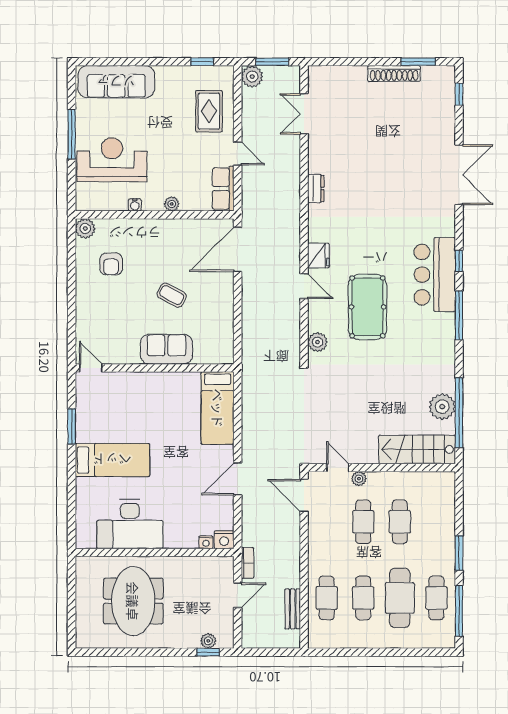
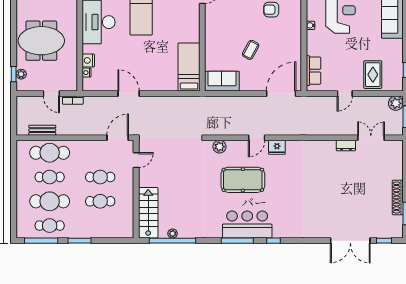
rug: (209, 111) -> (373, 75), turned 90
double door: (459, 175) -> (350, 241), moved
dresser: (316, 188) -> (346, 146), moved
row of seats: (223, 189) -> (314, 71), moved, turned 90
plant: (172, 204) -> (311, 50), removed
door: (238, 249) -> (281, 94), hinge flipped
bar counter: (435, 275) -> (247, 224), moved
sofa: (166, 349) -> (222, 81), moved, turned -90
plant: (442, 407) -> (173, 234), width x0.53, depth x0.53
bed: (218, 408) -> (189, 67), moved, turned 90
plant: (359, 479) -> (129, 174), removed
nightstand: (224, 540) -> (88, 60), moved
cafe table: (327, 598) -> (50, 153), width x1.37, depth x1.35
meeting table: (133, 601) -> (41, 41), moved

